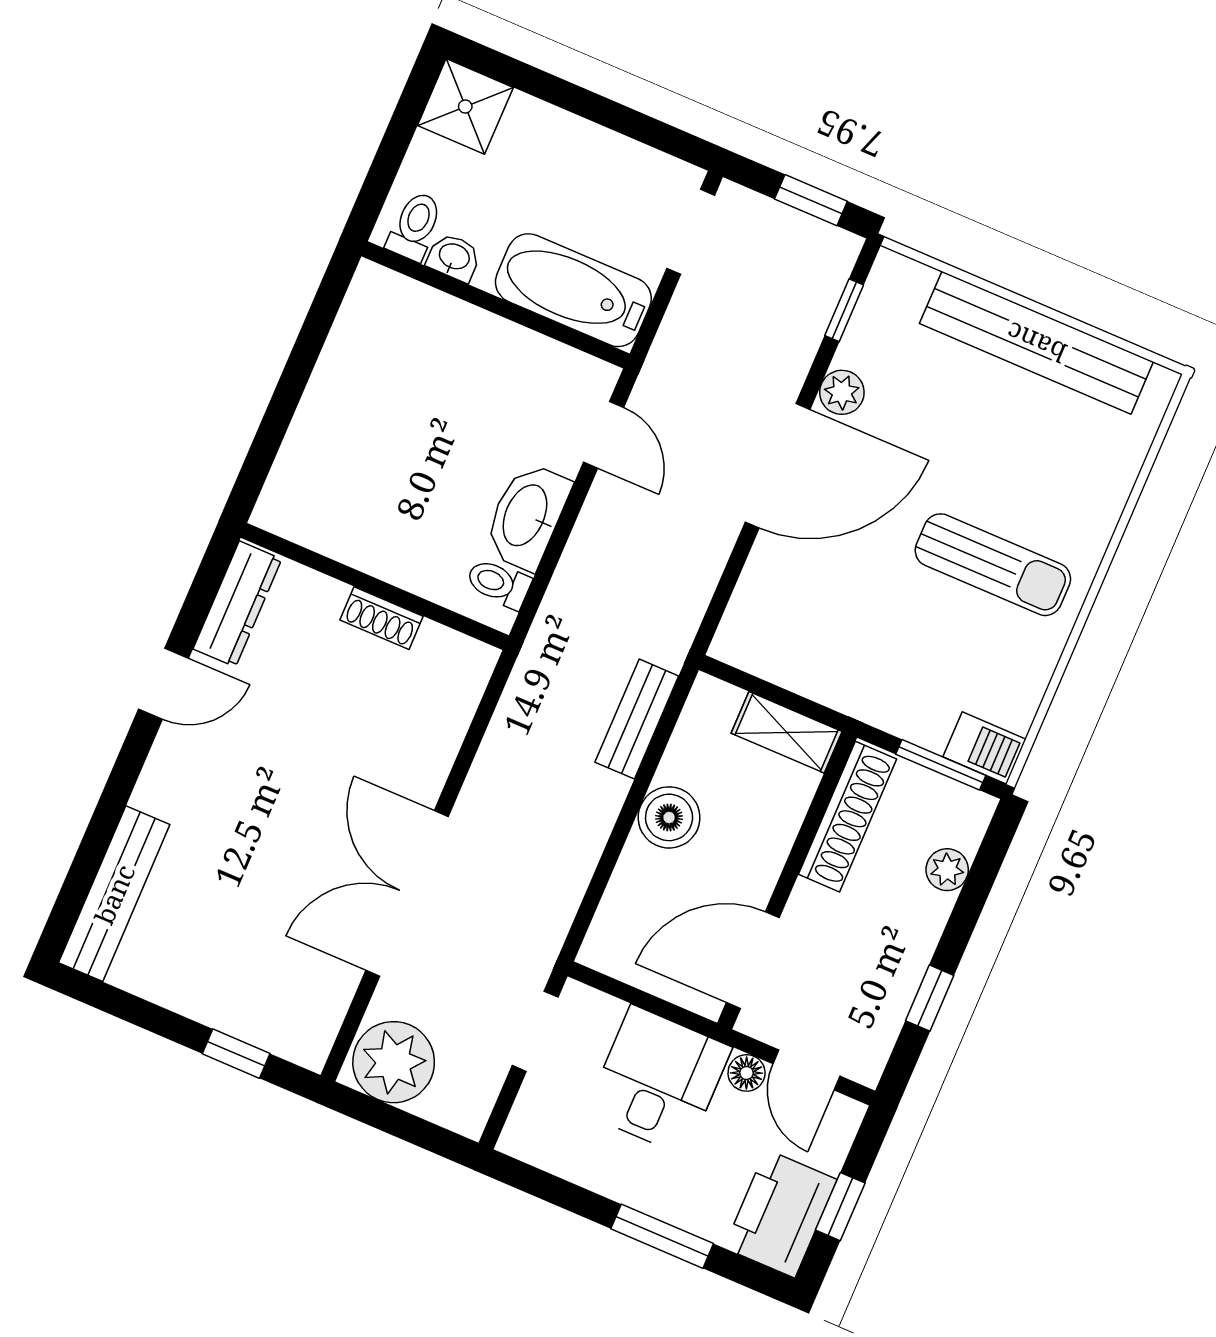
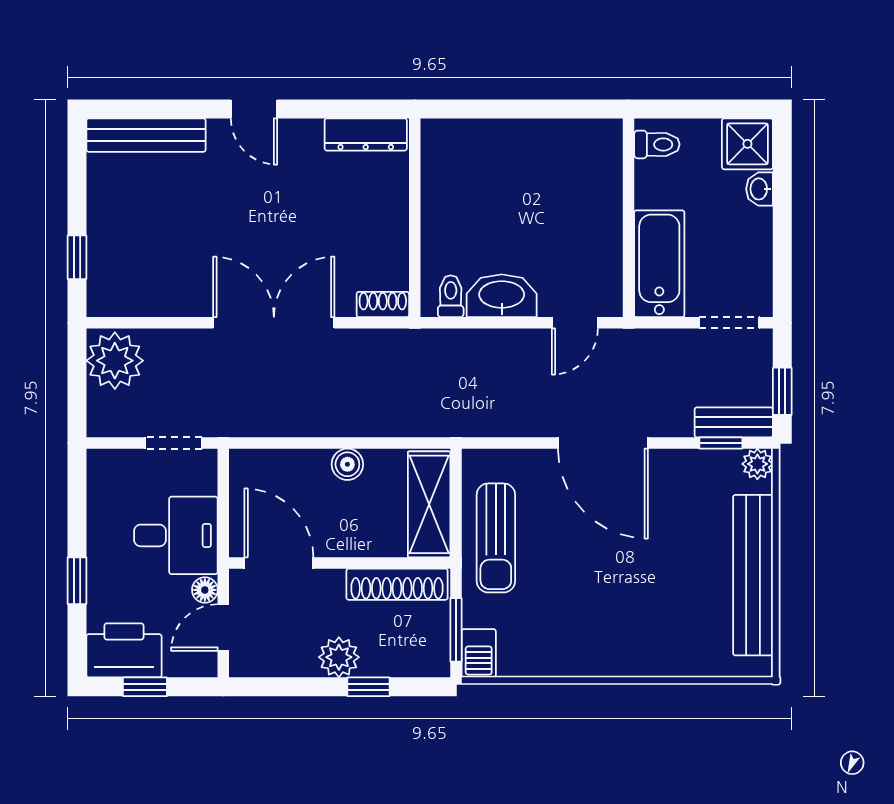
washbasin: (454, 257) -> (760, 189), moved, turned 180
plant: (842, 392) -> (757, 464), moved
sun lounger: (993, 565) -> (496, 538), moved
shoe rack: (382, 618) -> (383, 304), moved, turned 90
door: (164, 684) -> (254, 109), moved
bench: (637, 719) -> (734, 422), moved
shelving: (787, 732) -> (429, 504), width x1.50, depth x1.33
boiler: (669, 817) -> (347, 464), width x0.73, depth x0.73
plant: (947, 870) -> (339, 657), moved, width x1.38, depth x1.38
double door: (407, 893) -> (274, 323), moved
window: (930, 998) -> (368, 687), moved
window: (662, 1236) -> (77, 581), width x0.67

